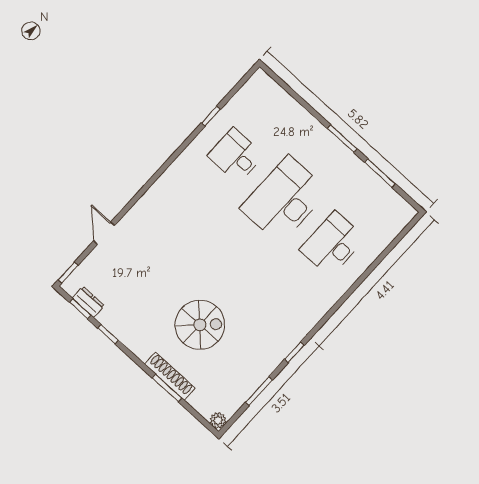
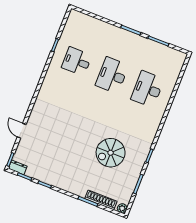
desk: (284, 200) -> (112, 75), width x0.73, depth x0.77
dresser: (88, 302) -> (18, 167), moved
spiral stairs: (200, 325) -> (111, 153), moved, turned 180
shoe rack: (170, 376) -> (101, 200), moved

